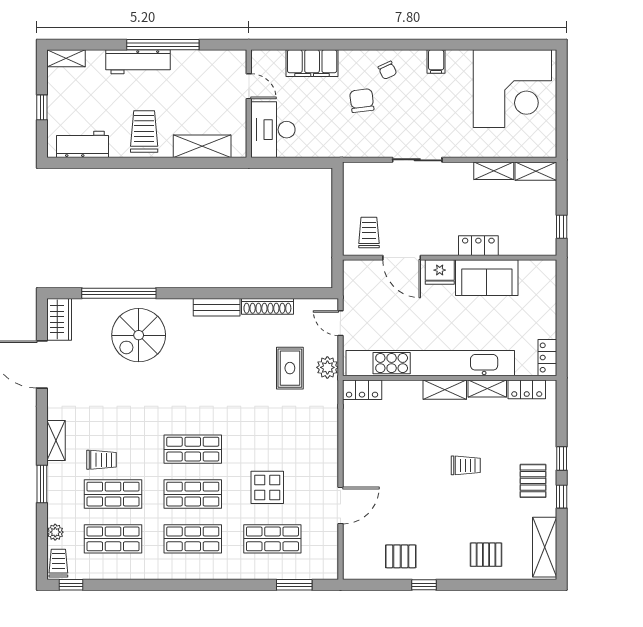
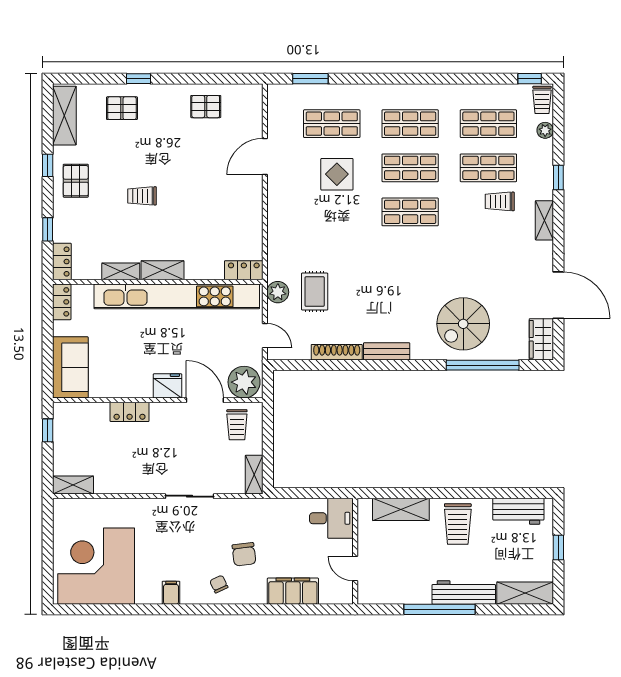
shelving: (66, 58) -> (525, 593), width x1.50, depth x1.33
desk: (273, 130) -> (331, 518), width x0.73
shelving: (494, 171) -> (254, 475), moved, turned 90
plant: (362, 276) -> (244, 382), added
sofa: (487, 278) -> (70, 367), moved, turned 90
spiral stairs: (139, 335) -> (463, 324), turned 180
locker: (527, 389) -> (62, 262), moved, turned 90
window: (562, 459) -> (48, 229), moved
window: (42, 484) -> (558, 178), width x0.67
window: (424, 585) -> (138, 79), moved

